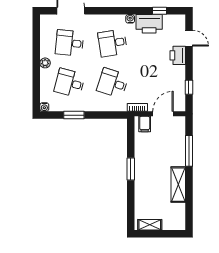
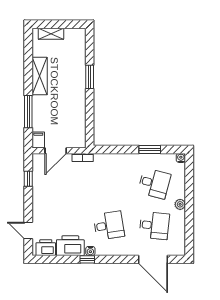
window: (160, 11) -> (87, 259), moved
printer: (178, 55) -> (46, 248), moved, turned -90
desk: (113, 83) -> (109, 183), removed
filing cabinet: (145, 124) -> (38, 140), moved
window: (131, 169) -> (90, 77), moved
shelving: (150, 225) -> (51, 34), moved

